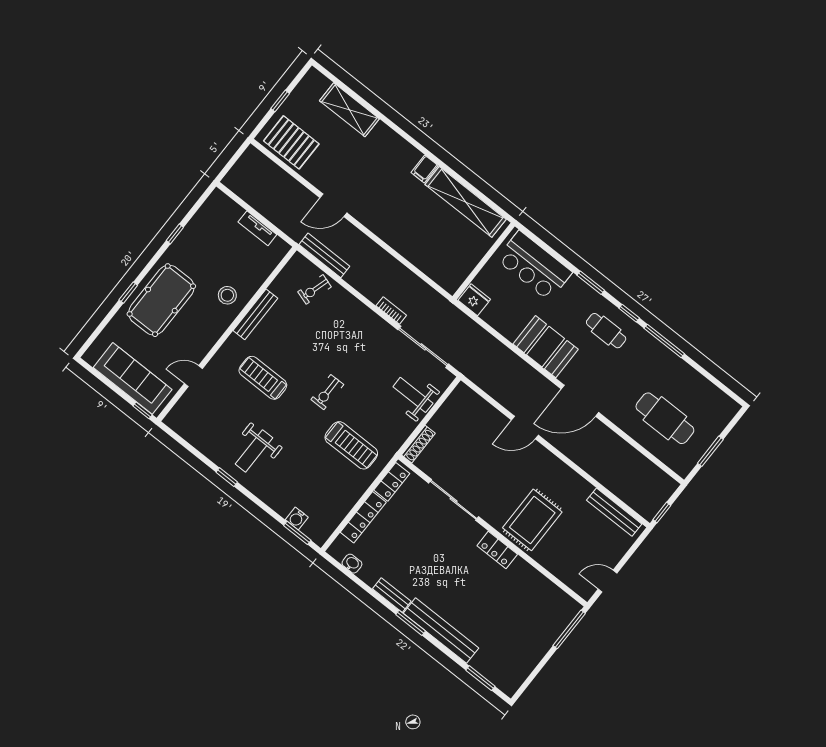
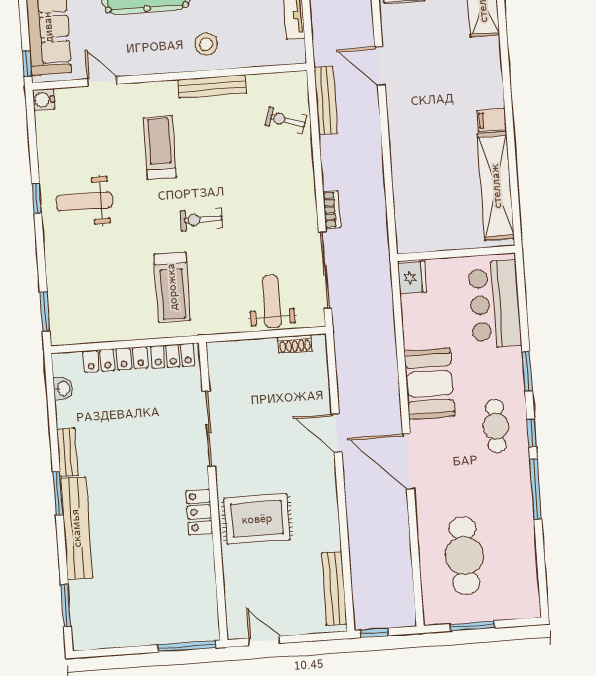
shoe rack: (418, 444) -> (295, 344), moved, width x0.70
water cooler: (297, 518) -> (44, 100), moved

